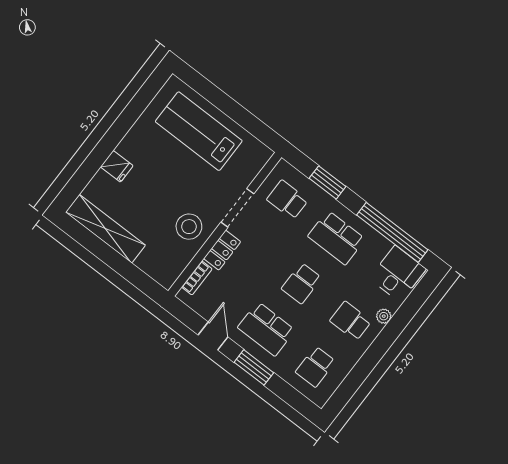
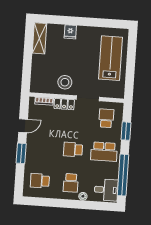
shelving: (105, 229) -> (39, 38), width x0.68
school desk: (337, 238) -> (104, 152), turned -90
school desk: (351, 321) -> (71, 183), turned 180
school desk: (266, 329) -> (42, 147), removed

